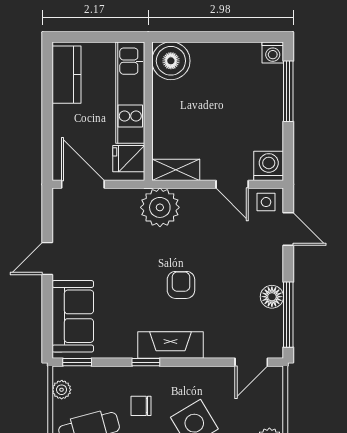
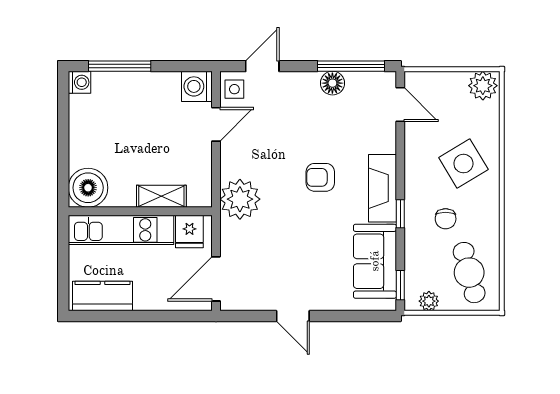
shelving: (176, 170) -> (161, 196), moved, turned 90
sofa: (73, 316) -> (375, 261), moved, turned -90

